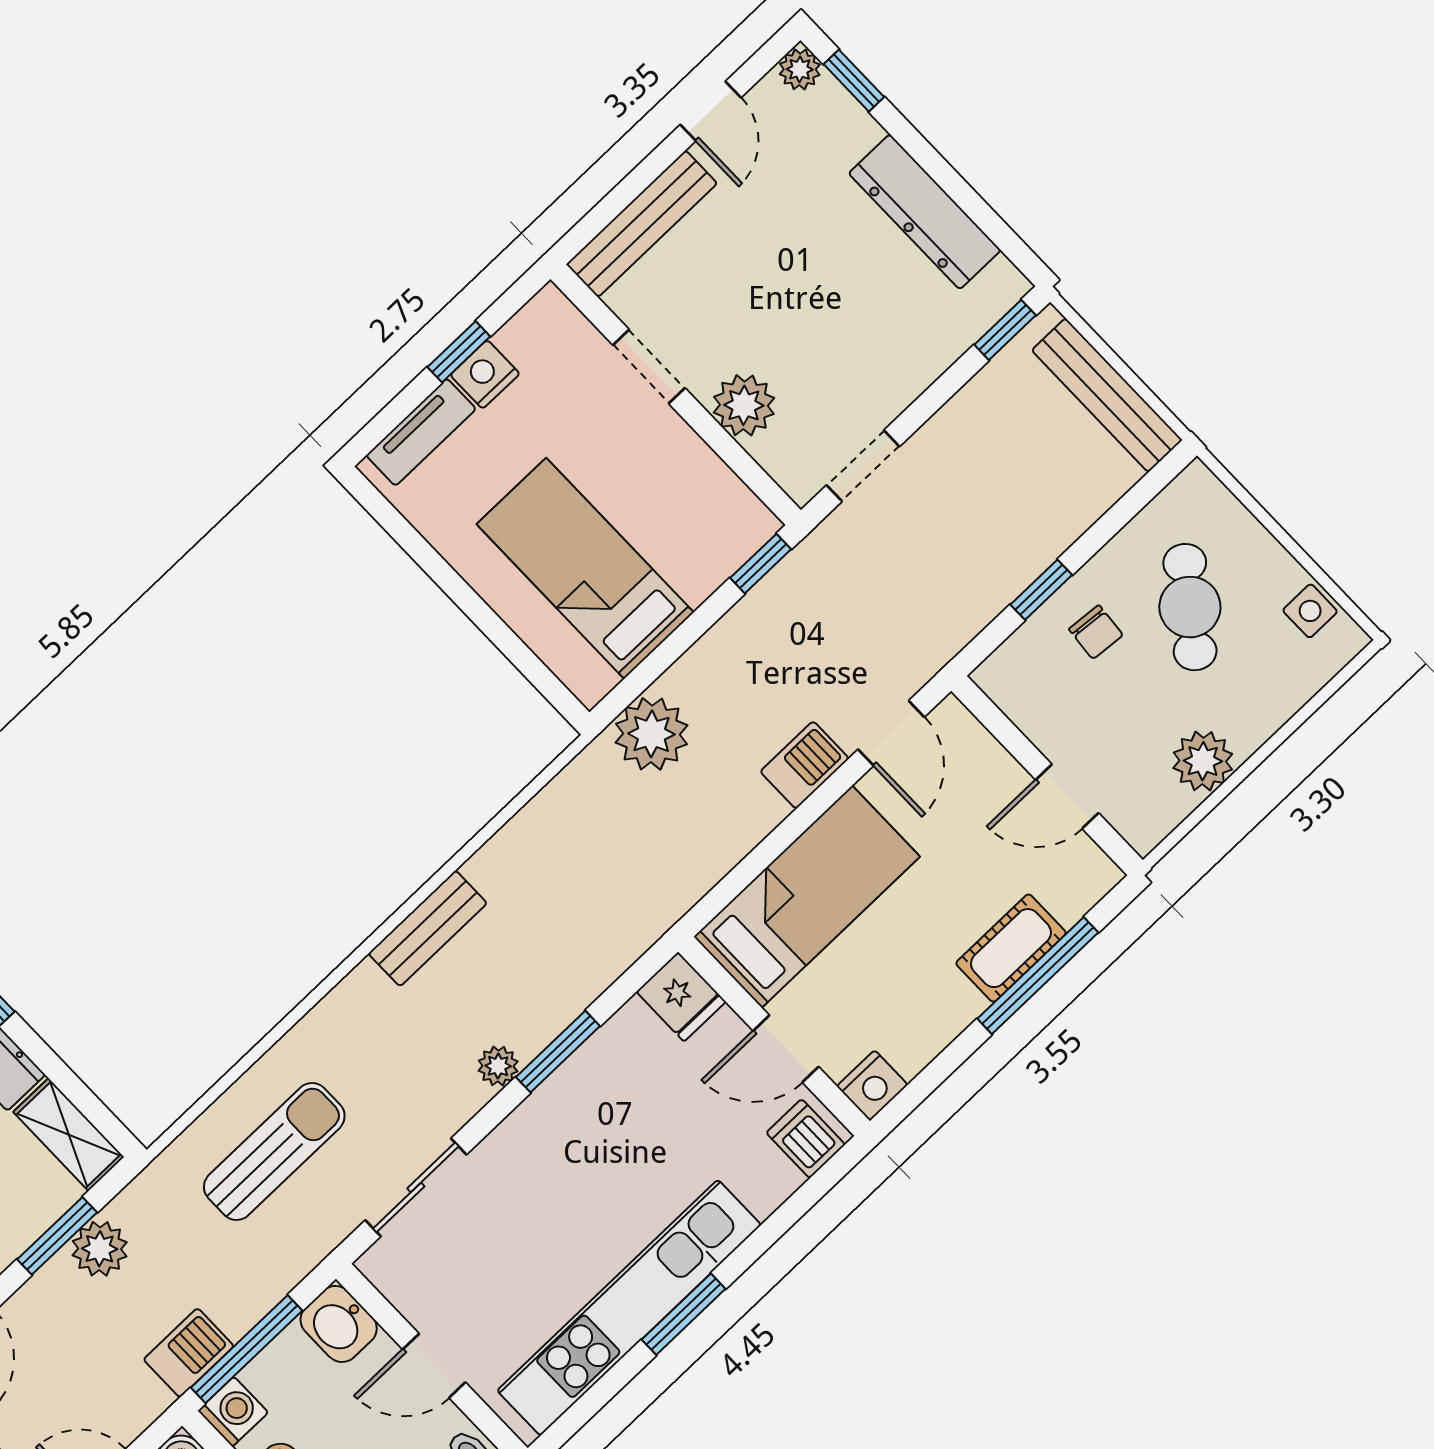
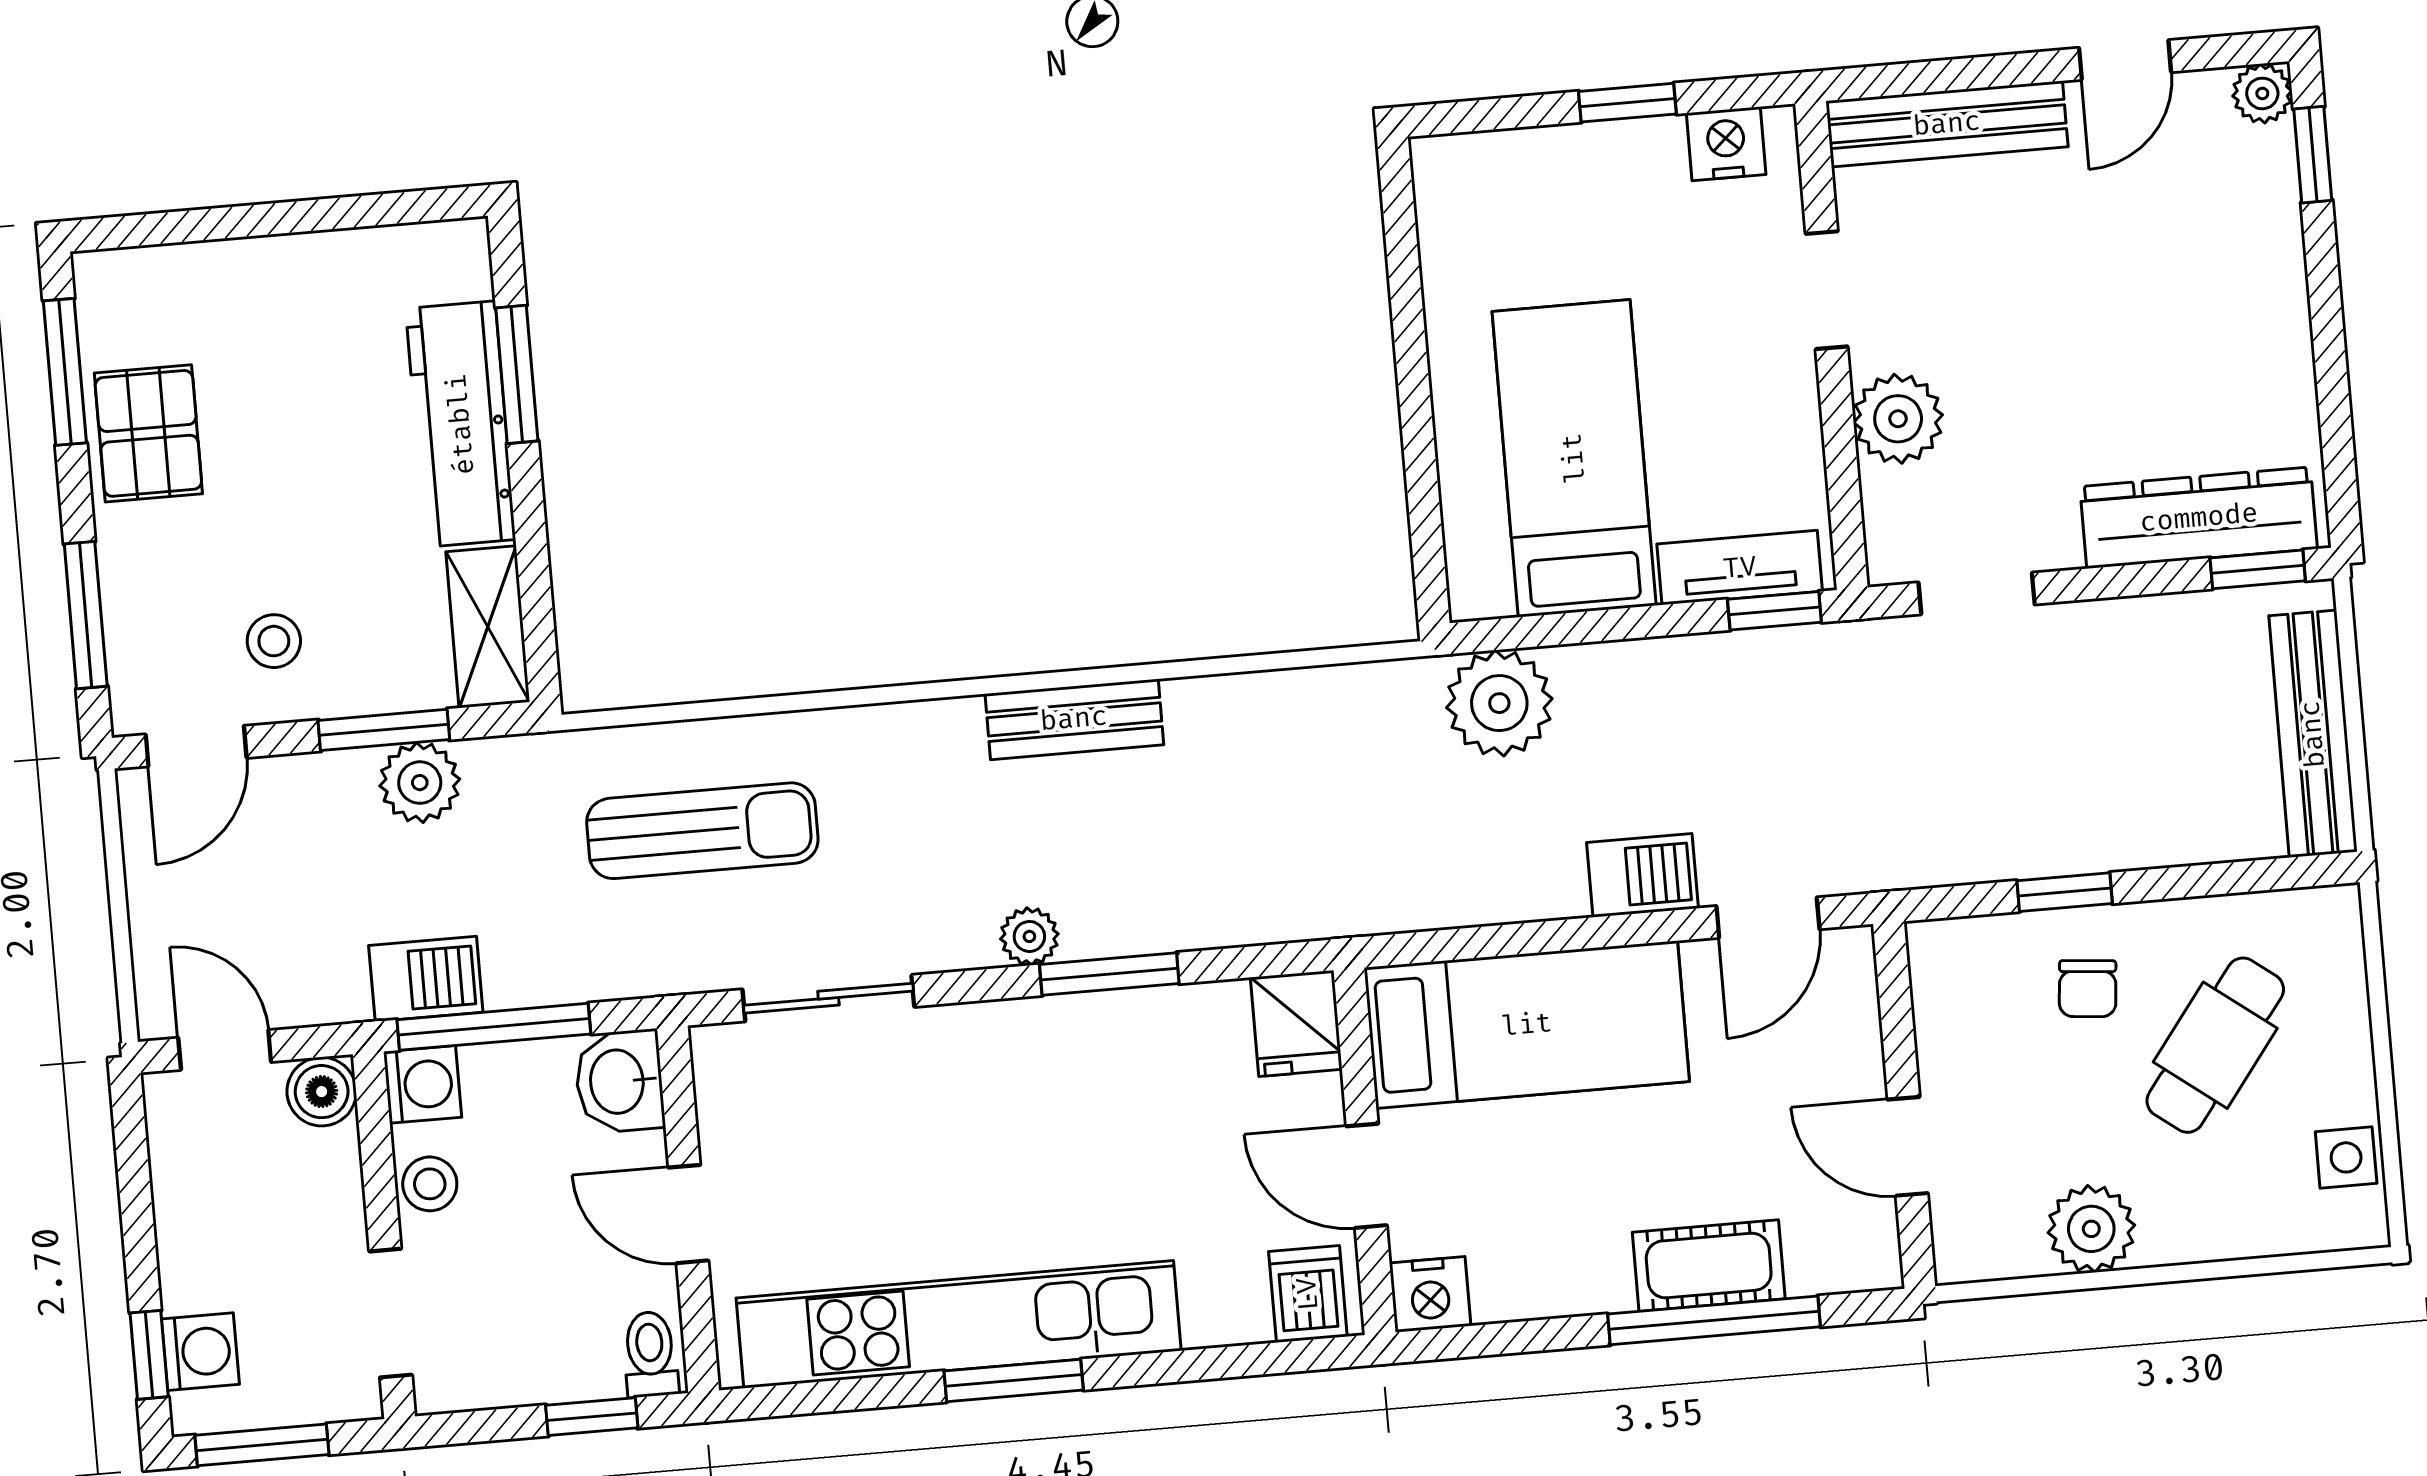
dresser: (925, 212) -> (2199, 518), moved, turned 90
nightstand: (485, 374) -> (1726, 144), moved
tv unit: (421, 432) -> (1740, 568), moved, turned 180

